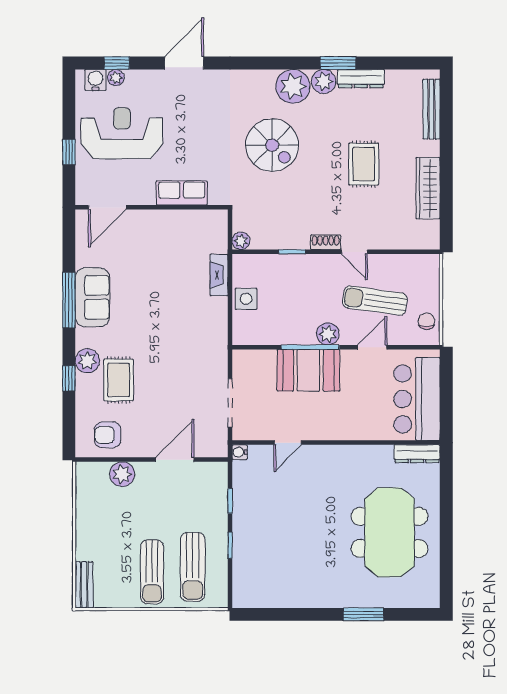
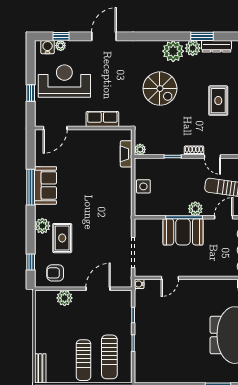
fireplace: (219, 275) -> (126, 154), moved
window: (69, 378) -> (31, 262), moved

